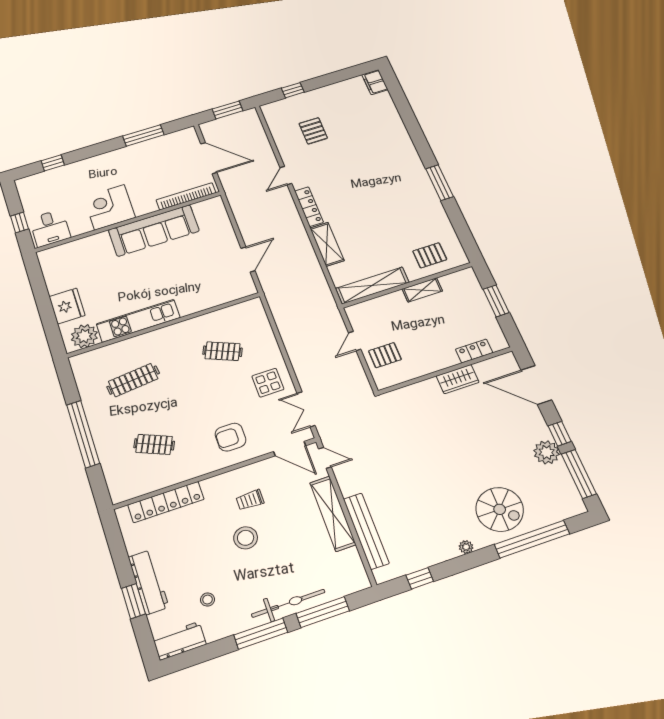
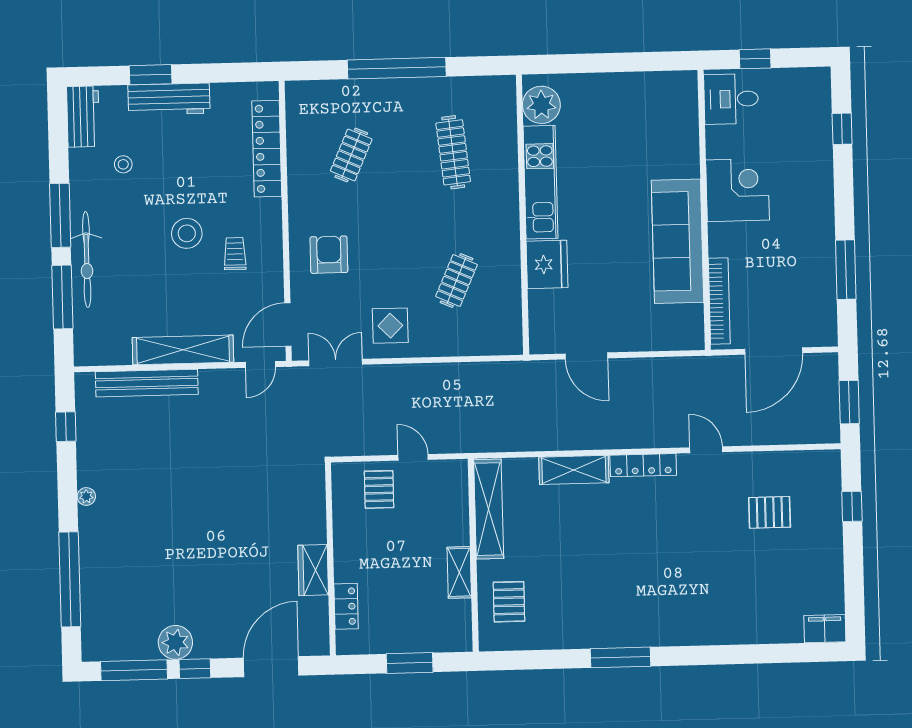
fridge: (67, 306) -> (547, 264), moved, turned -90
spiral stairs: (500, 509) -> (120, 555), removed

